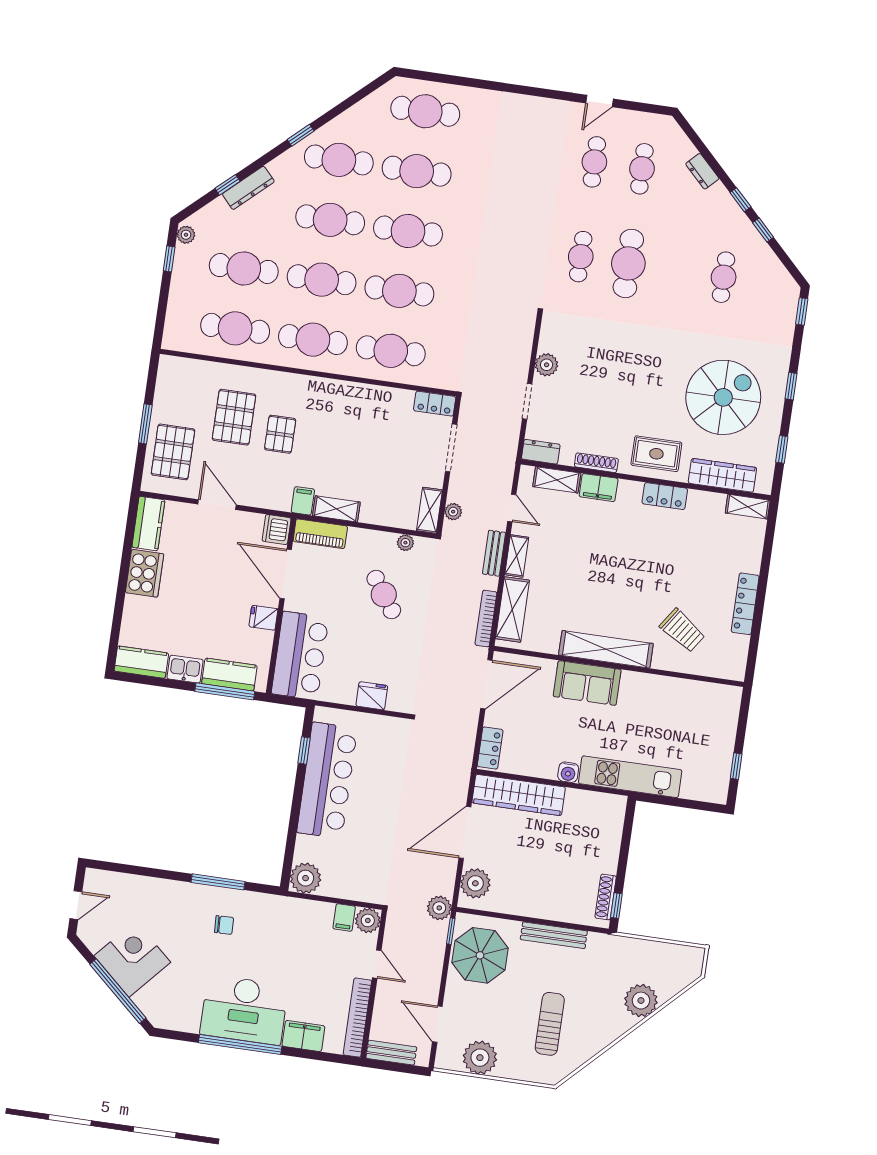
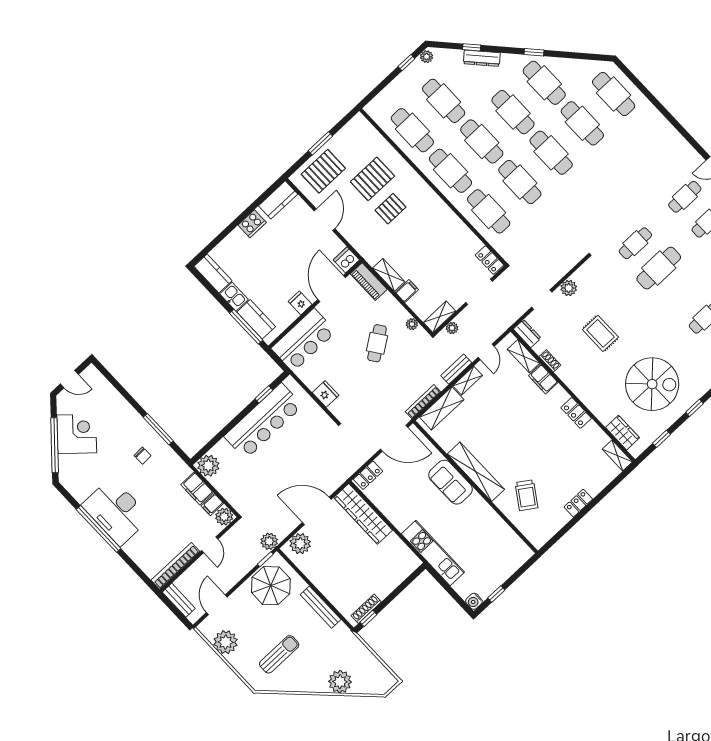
rug: (656, 454) -> (600, 333), moved
shoe rack: (596, 463) -> (550, 361), width x0.70
wardrobe: (722, 475) -> (623, 433), width x0.67
filing cabinet: (303, 501) -> (407, 291), moved
cooker: (145, 573) -> (252, 224), width x0.73, depth x0.76
locker: (745, 604) -> (578, 503), width x0.66
water cooler: (568, 772) -> (474, 601), moved
filing cabinet: (303, 1036) -> (197, 489), moved, turned 180

